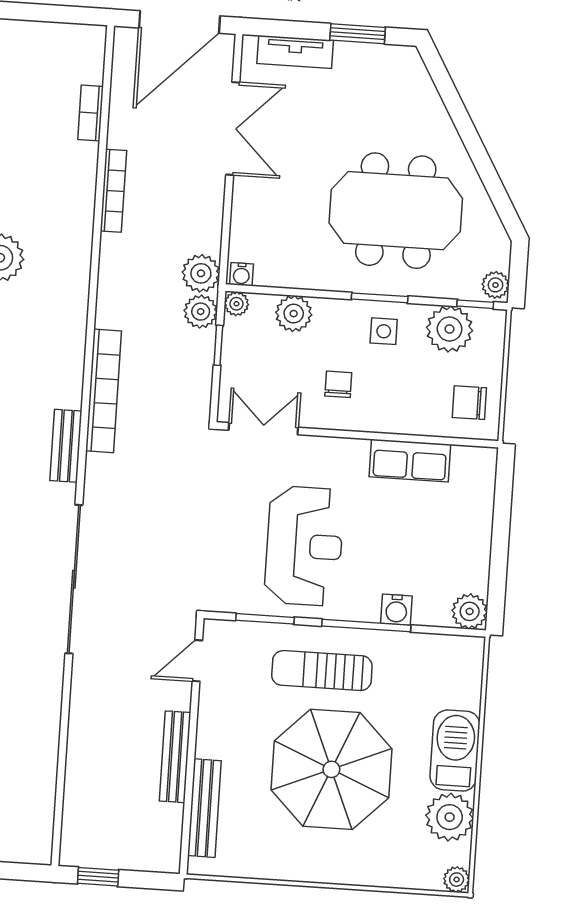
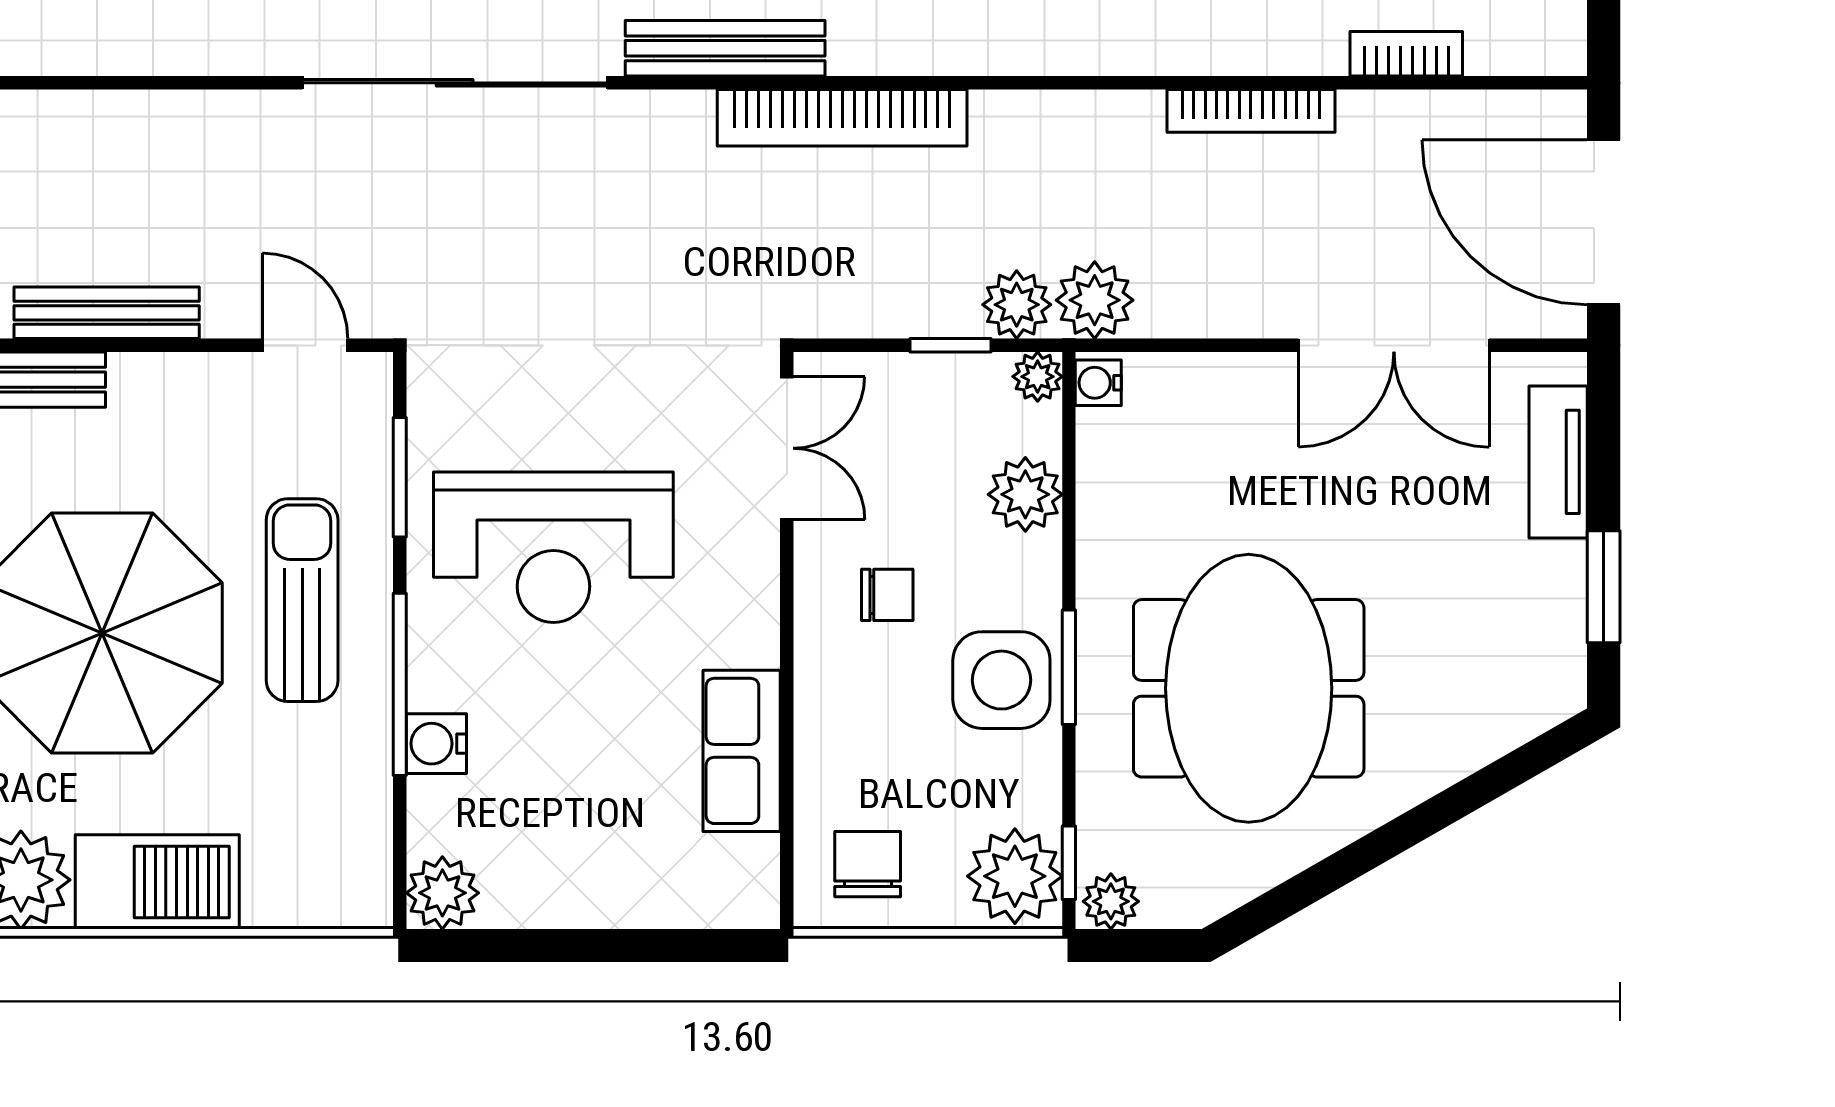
plant: (450, 329) -> (1015, 876), moved
side table: (384, 331) -> (1001, 680), width x1.87, depth x1.87
bench: (66, 446) -> (725, 48), width x1.36

